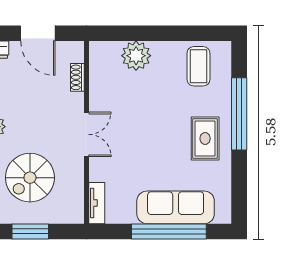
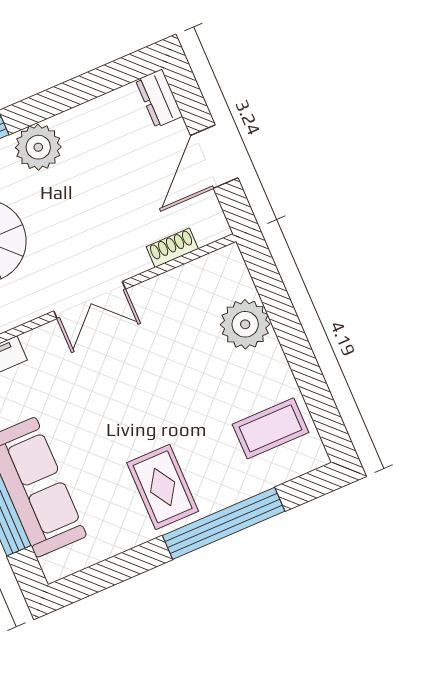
rug: (205, 138) -> (163, 487), turned 90

